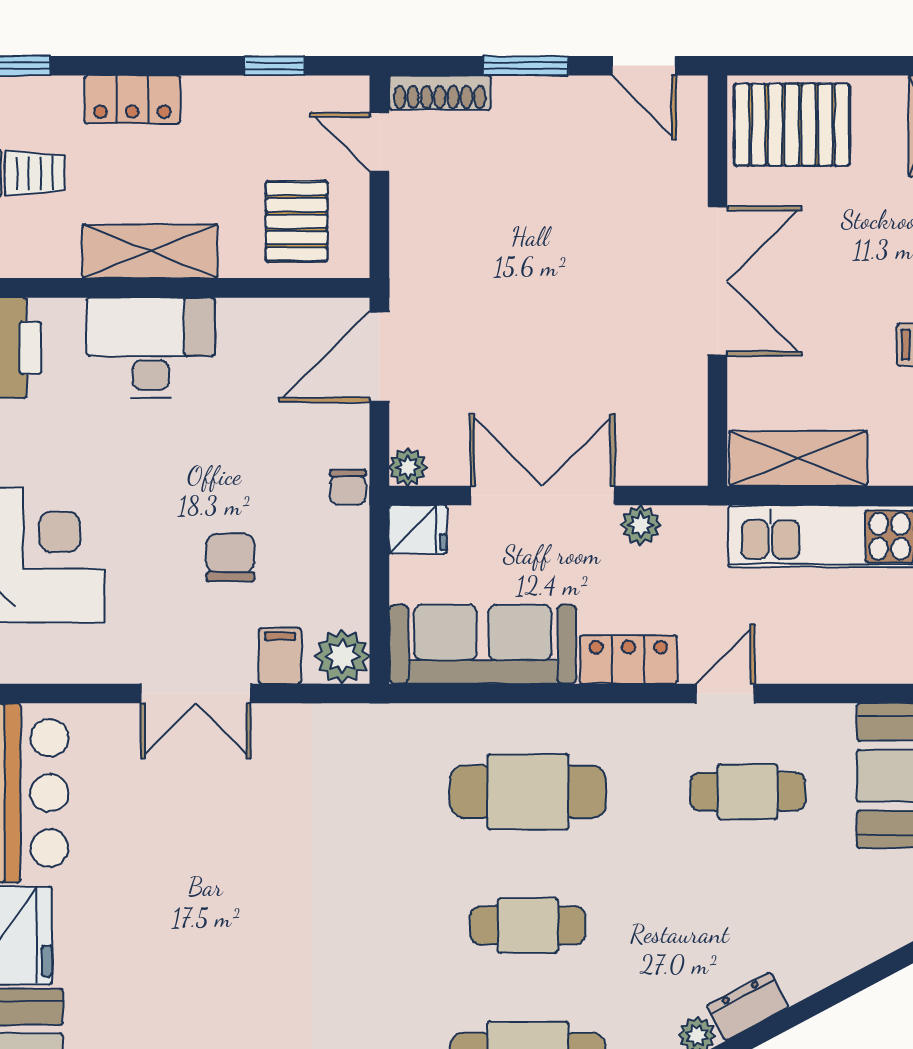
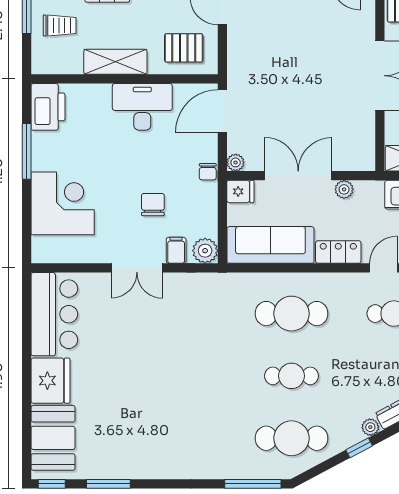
pallet: (297, 221) -> (184, 48), turned 90
desk: (151, 348) -> (142, 107), moved

